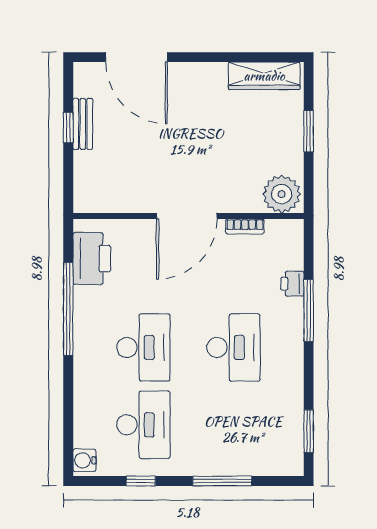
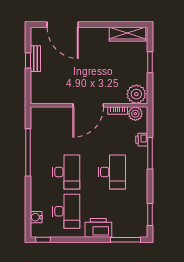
plant: (280, 233) -> (135, 114), added
printer: (92, 258) -> (98, 228), moved, turned -90
water cooler: (84, 460) -> (36, 217), moved
window: (141, 481) -> (43, 240), moved
window: (222, 481) -> (126, 240), moved

